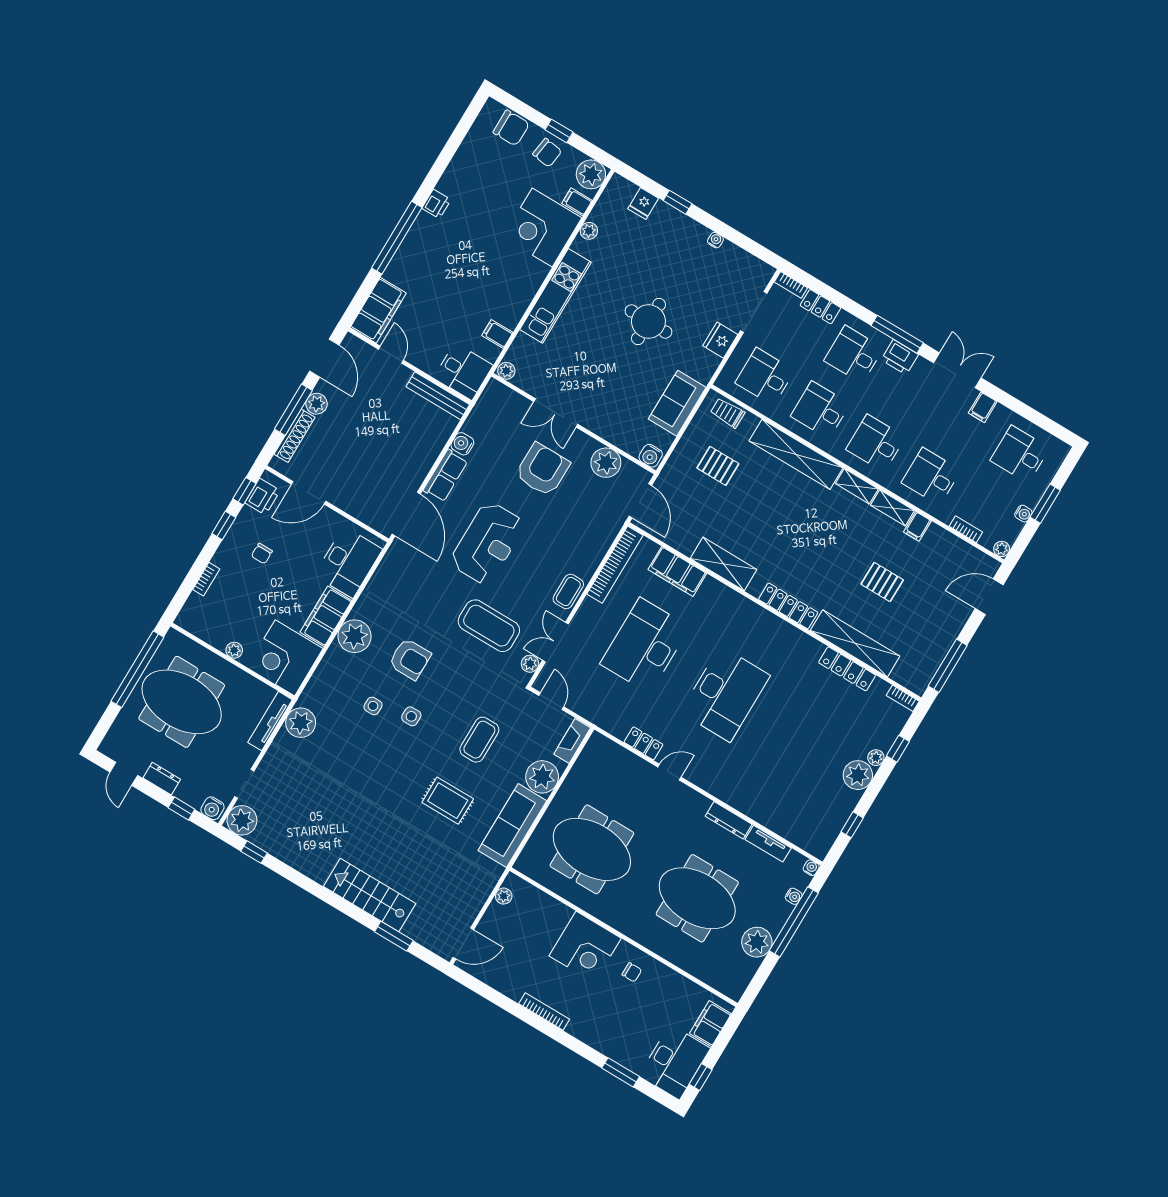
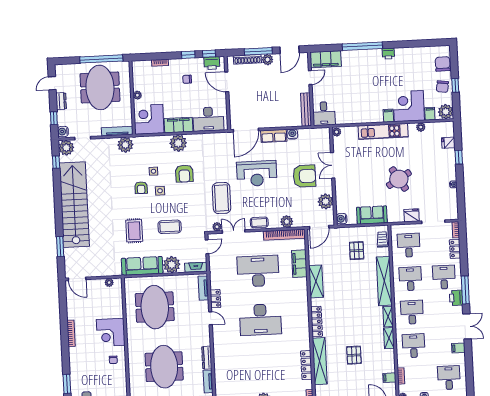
chair: (511, 128) -> (443, 64), turned 180
round table: (648, 321) -> (399, 179), turned -32
filing cabinet: (497, 334) -> (388, 116), moved
filing cabinet: (917, 526) -> (389, 378), moved
plant: (597, 547) -> (287, 222), added
armchair: (386, 743) -> (141, 188), added
tv unit: (613, 751) -> (203, 288), added
stairs: (370, 895) -> (74, 205), width x1.86, depth x1.51

